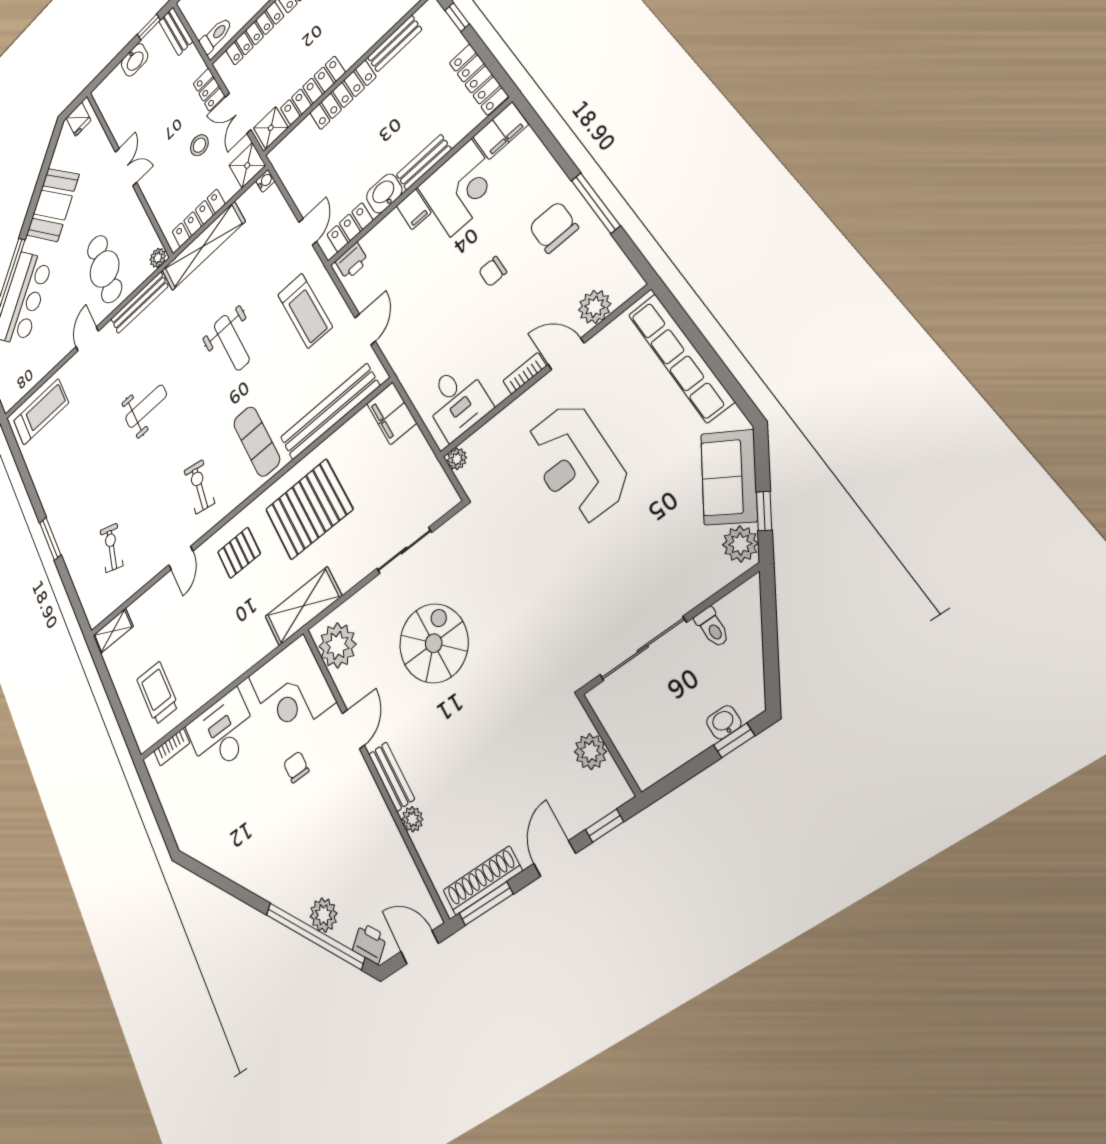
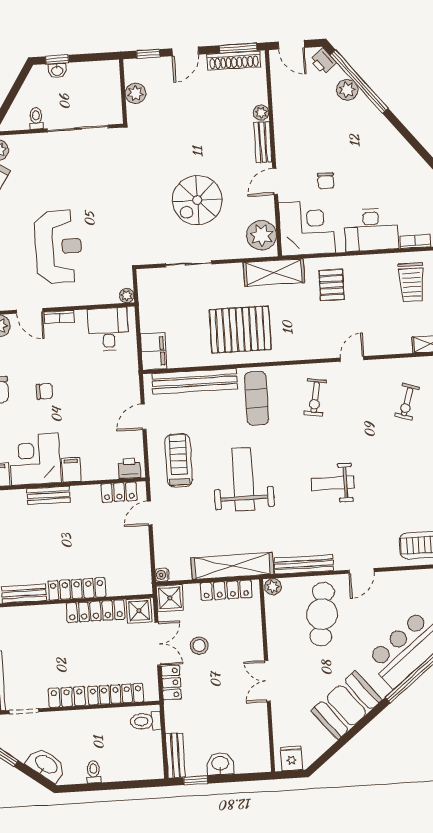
washbasin: (384, 193) -> (85, 496), removed
weight bench: (232, 343) -> (243, 479), width x1.36, depth x1.33
pallet: (239, 553) -> (332, 285), moved, turned 90

